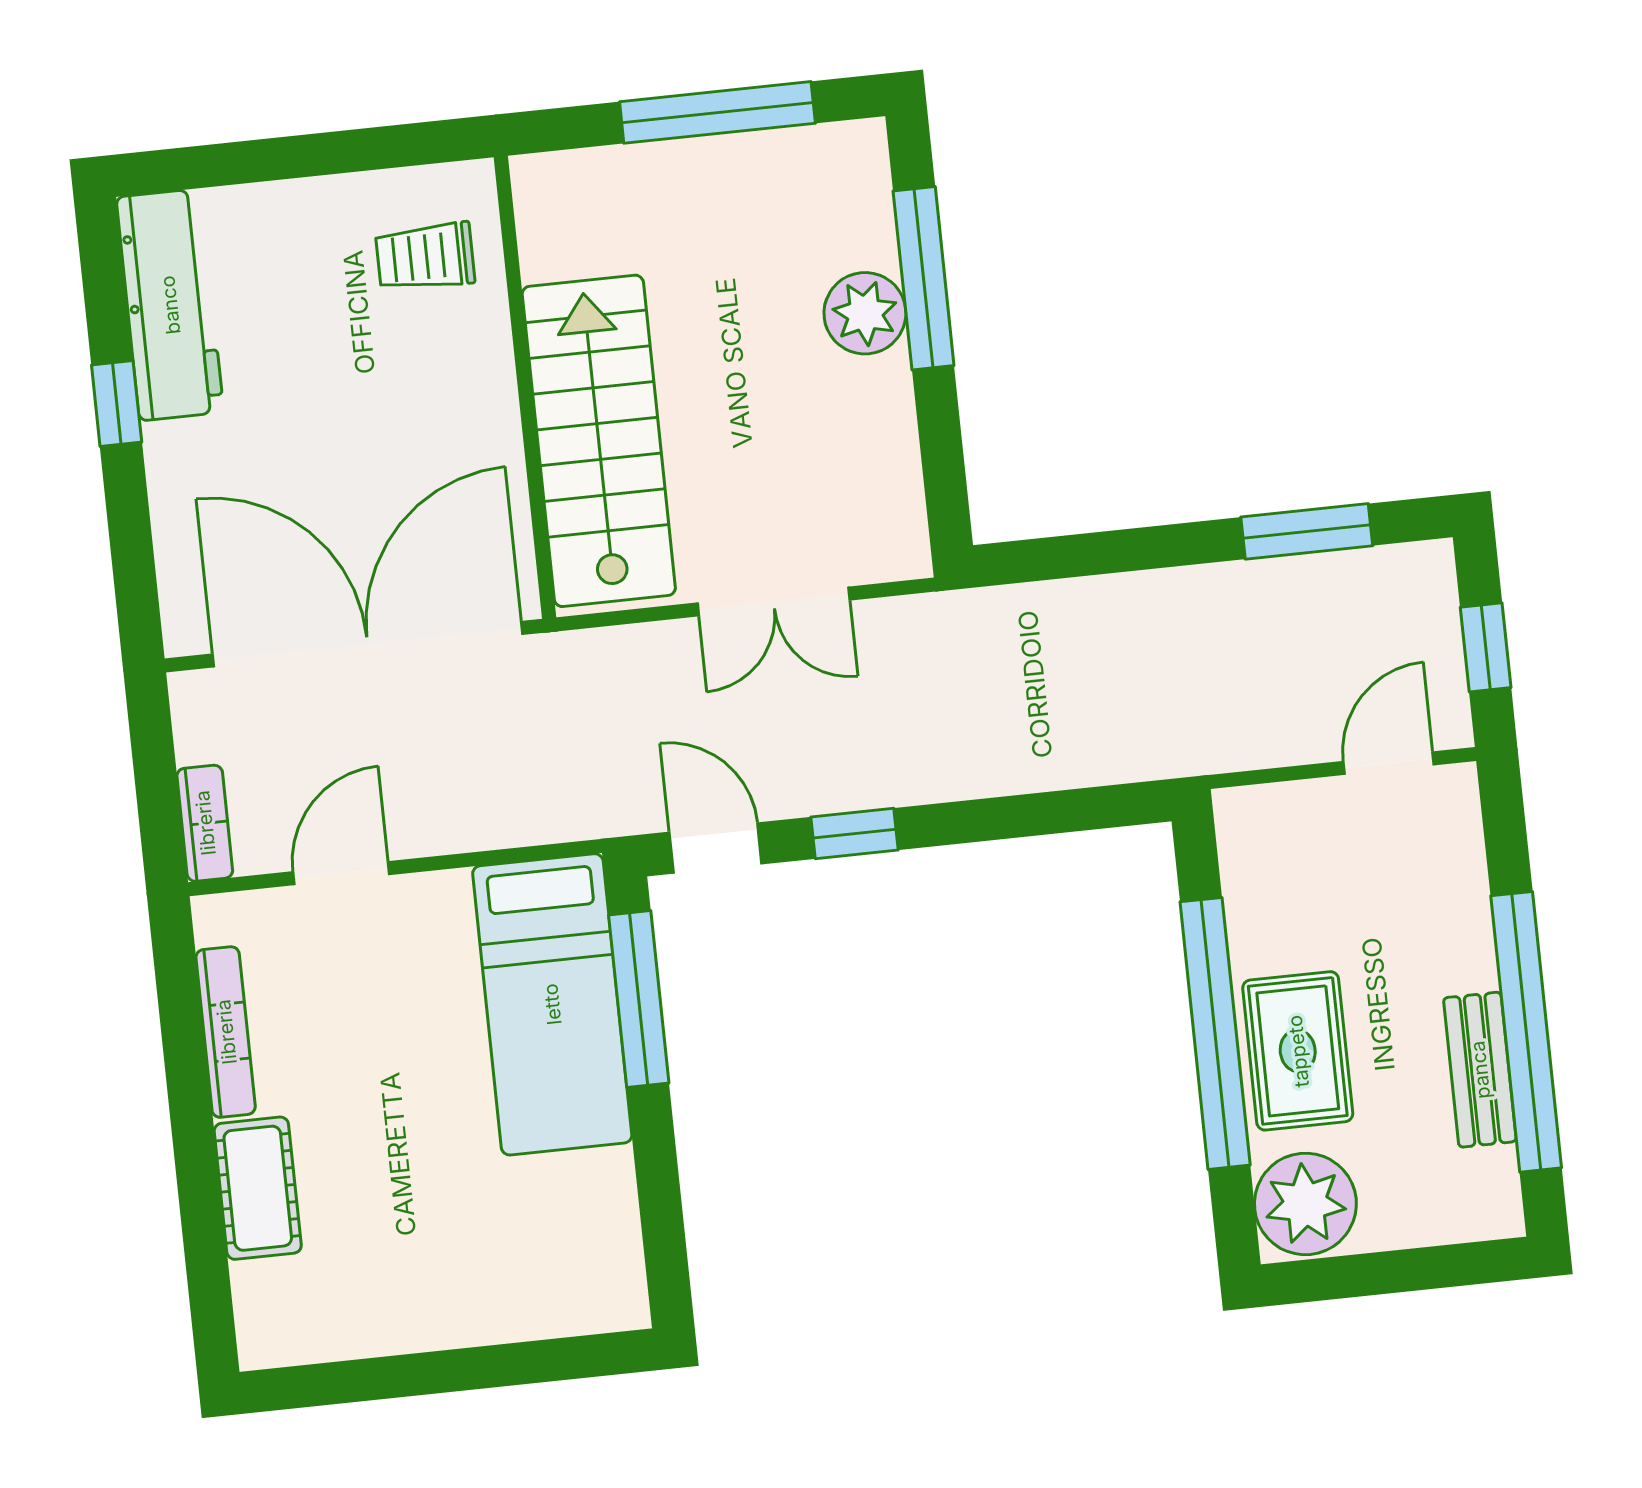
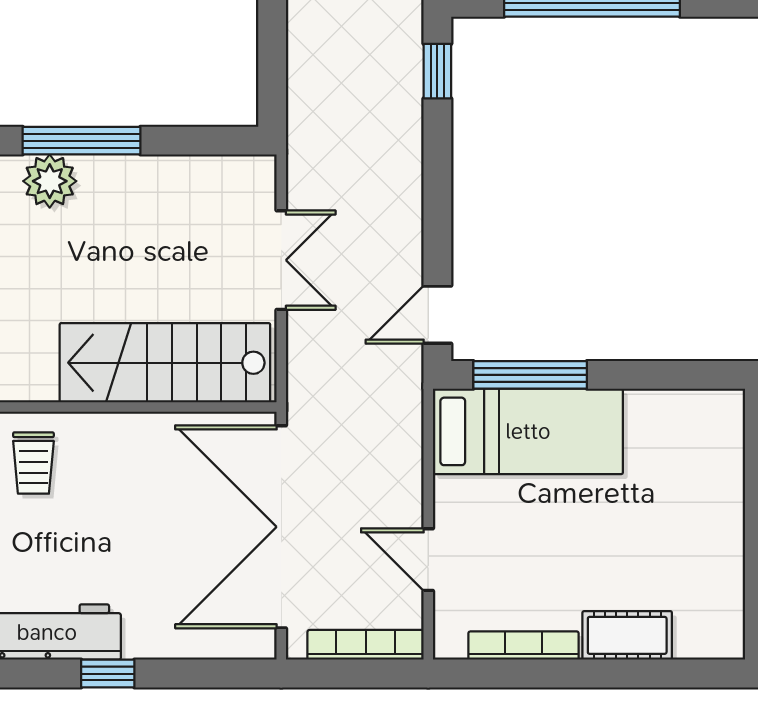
plant: (865, 313) -> (50, 181), moved
bookcase: (205, 823) -> (366, 645), width x1.56
window: (854, 833) -> (437, 71), moved

